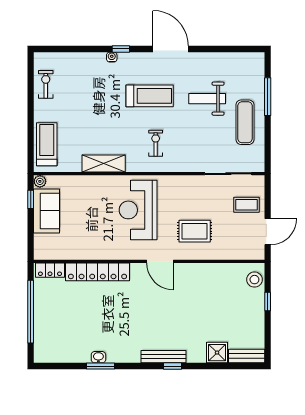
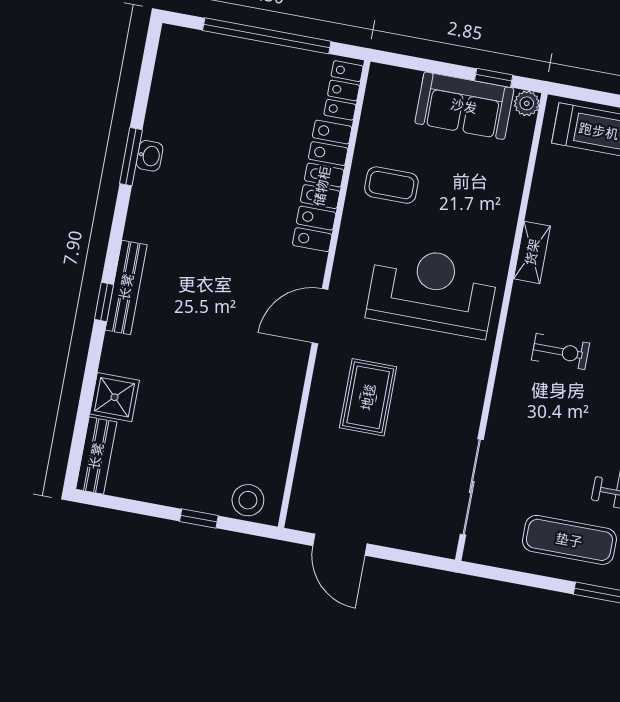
shelving: (104, 164) -> (532, 252), width x0.67, depth x0.75
coffee table: (247, 205) -> (391, 185), moved, turned 90

